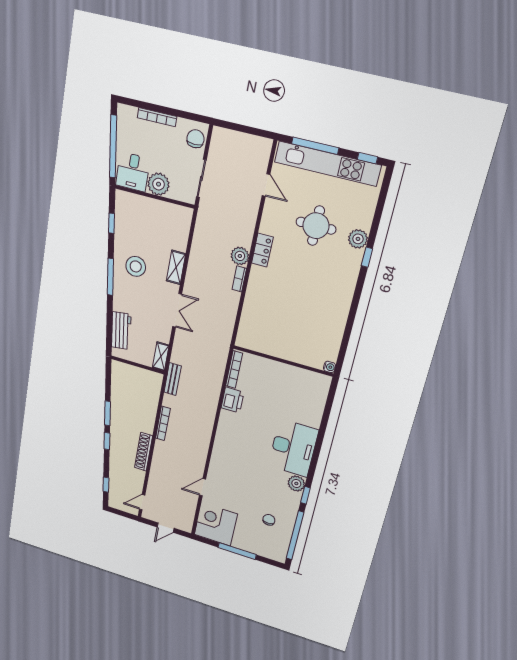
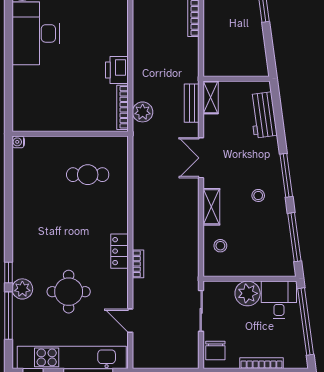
window: (377, 217) -> (9, 316), added
window: (112, 223) -> (294, 237), width x2.17
stool: (174, 232) -> (220, 246), added
plant: (240, 256) -> (143, 112), moved
stool: (136, 266) -> (258, 195), width x0.53, depth x0.53
bookcase: (239, 279) -> (138, 264), moved
cafe table: (276, 323) -> (88, 175), added
bench: (173, 379) -> (192, 103), moved

